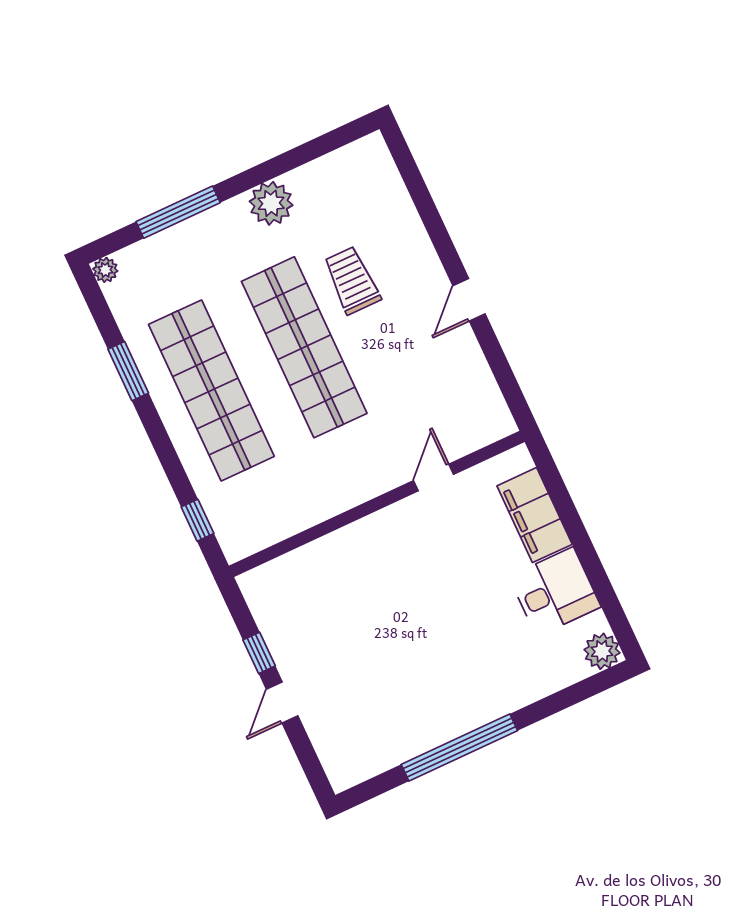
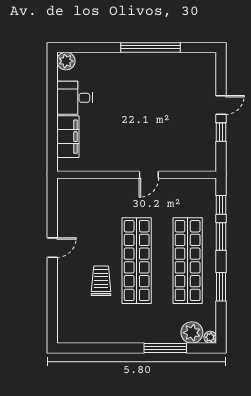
plant: (271, 203) -> (192, 333), moved
trolley: (352, 280) -> (101, 281), turned 180
window: (171, 463) -> (221, 237), added
door: (434, 478) -> (149, 175), moved

